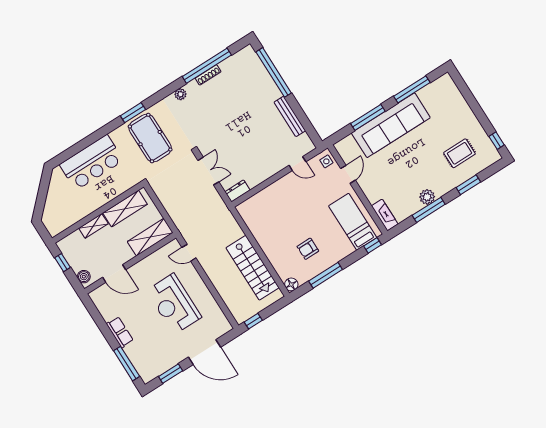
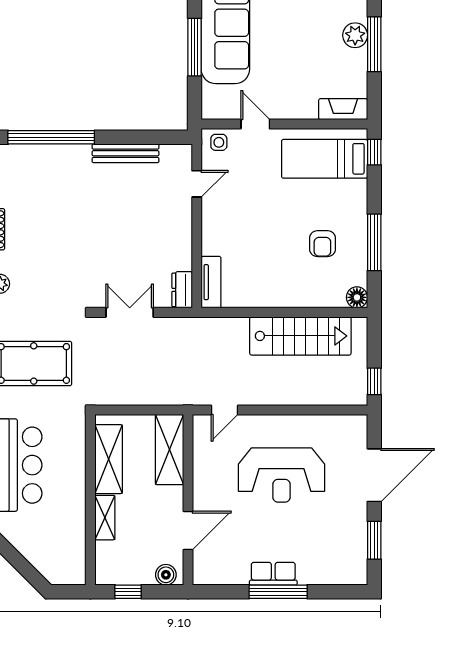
tv unit: (251, 204) -> (211, 282), added
window: (127, 364) -> (278, 592), moved

